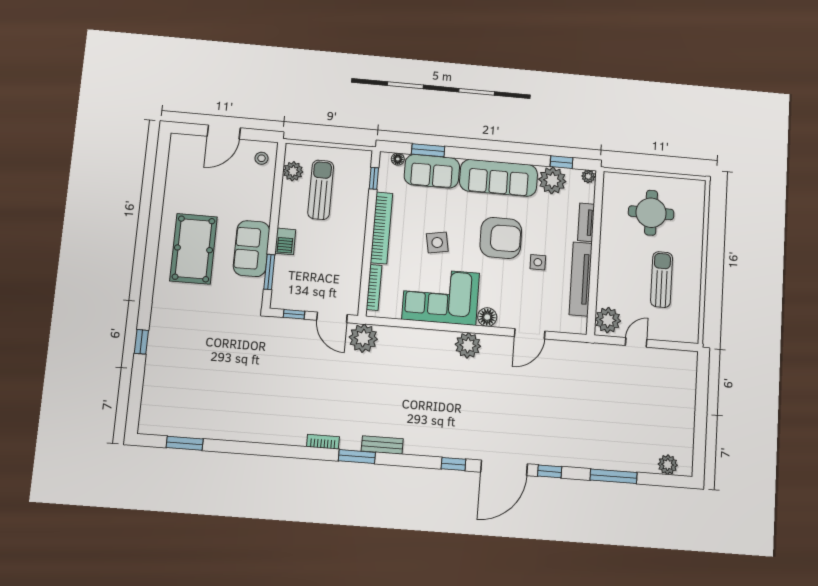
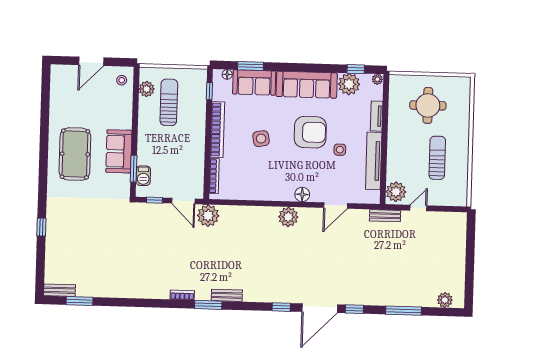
barbecue: (285, 241) -> (143, 176), moved
corner sofa: (441, 296) -> (266, 180), removed
bench: (593, 350) -> (385, 216), added
bench: (159, 427) -> (59, 290), added

